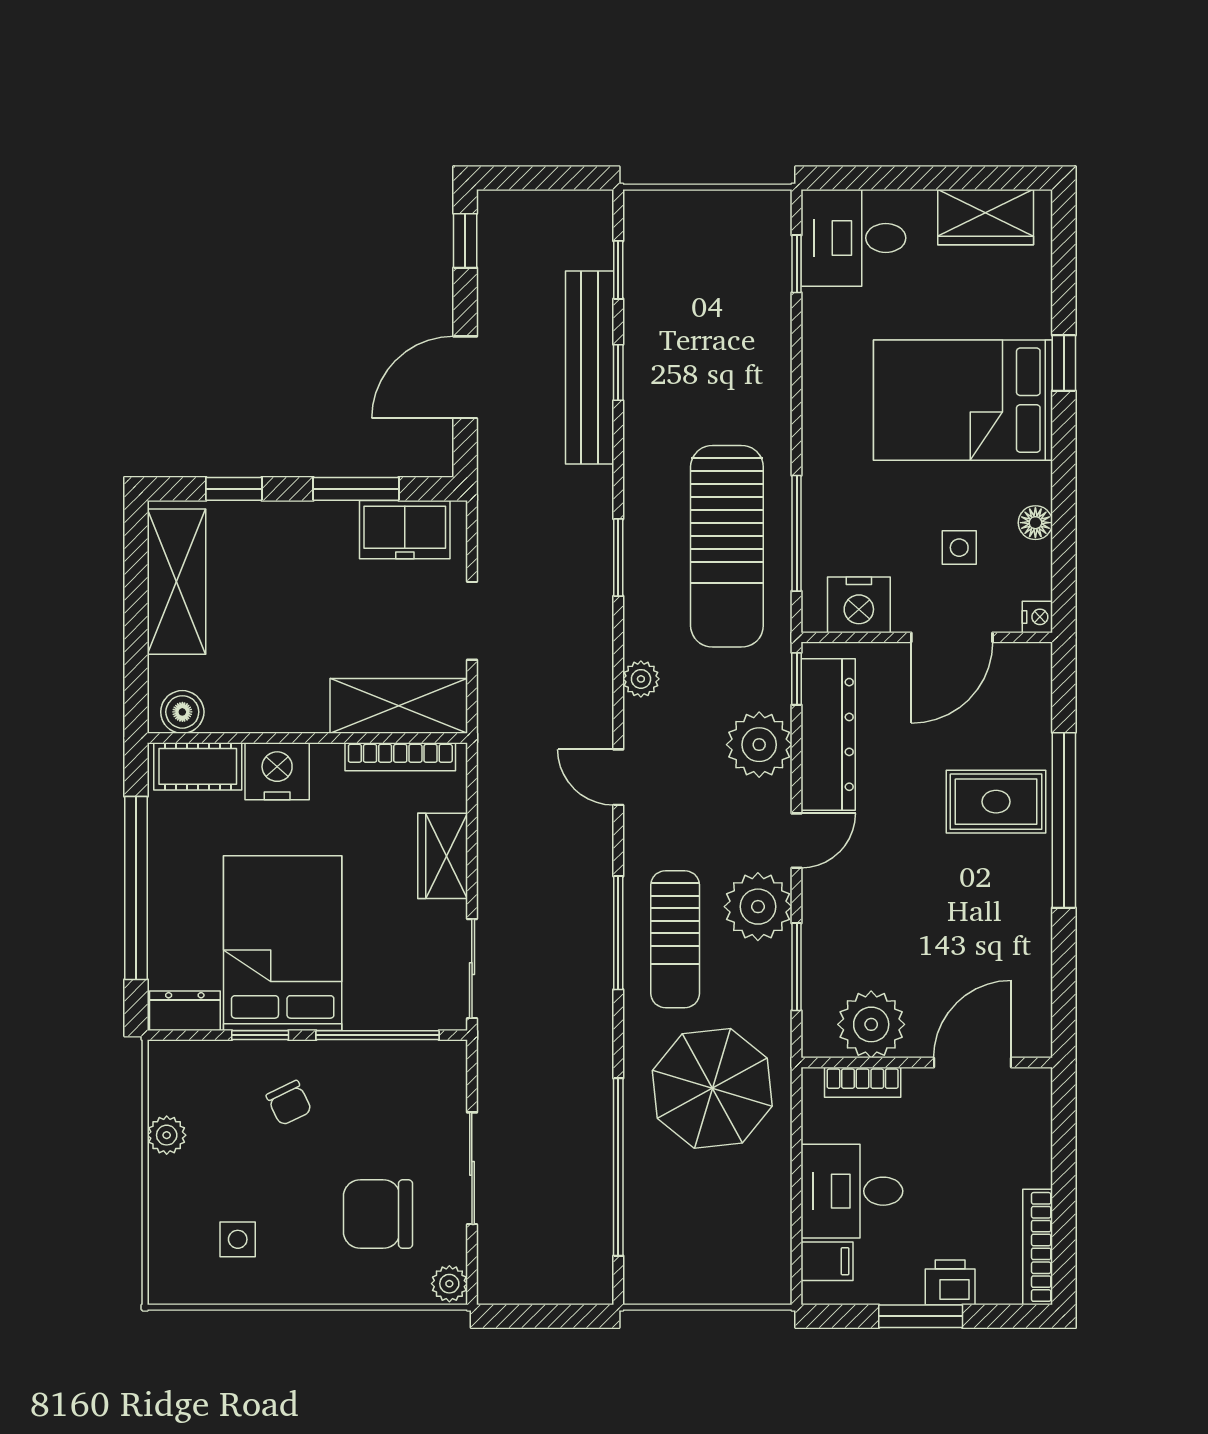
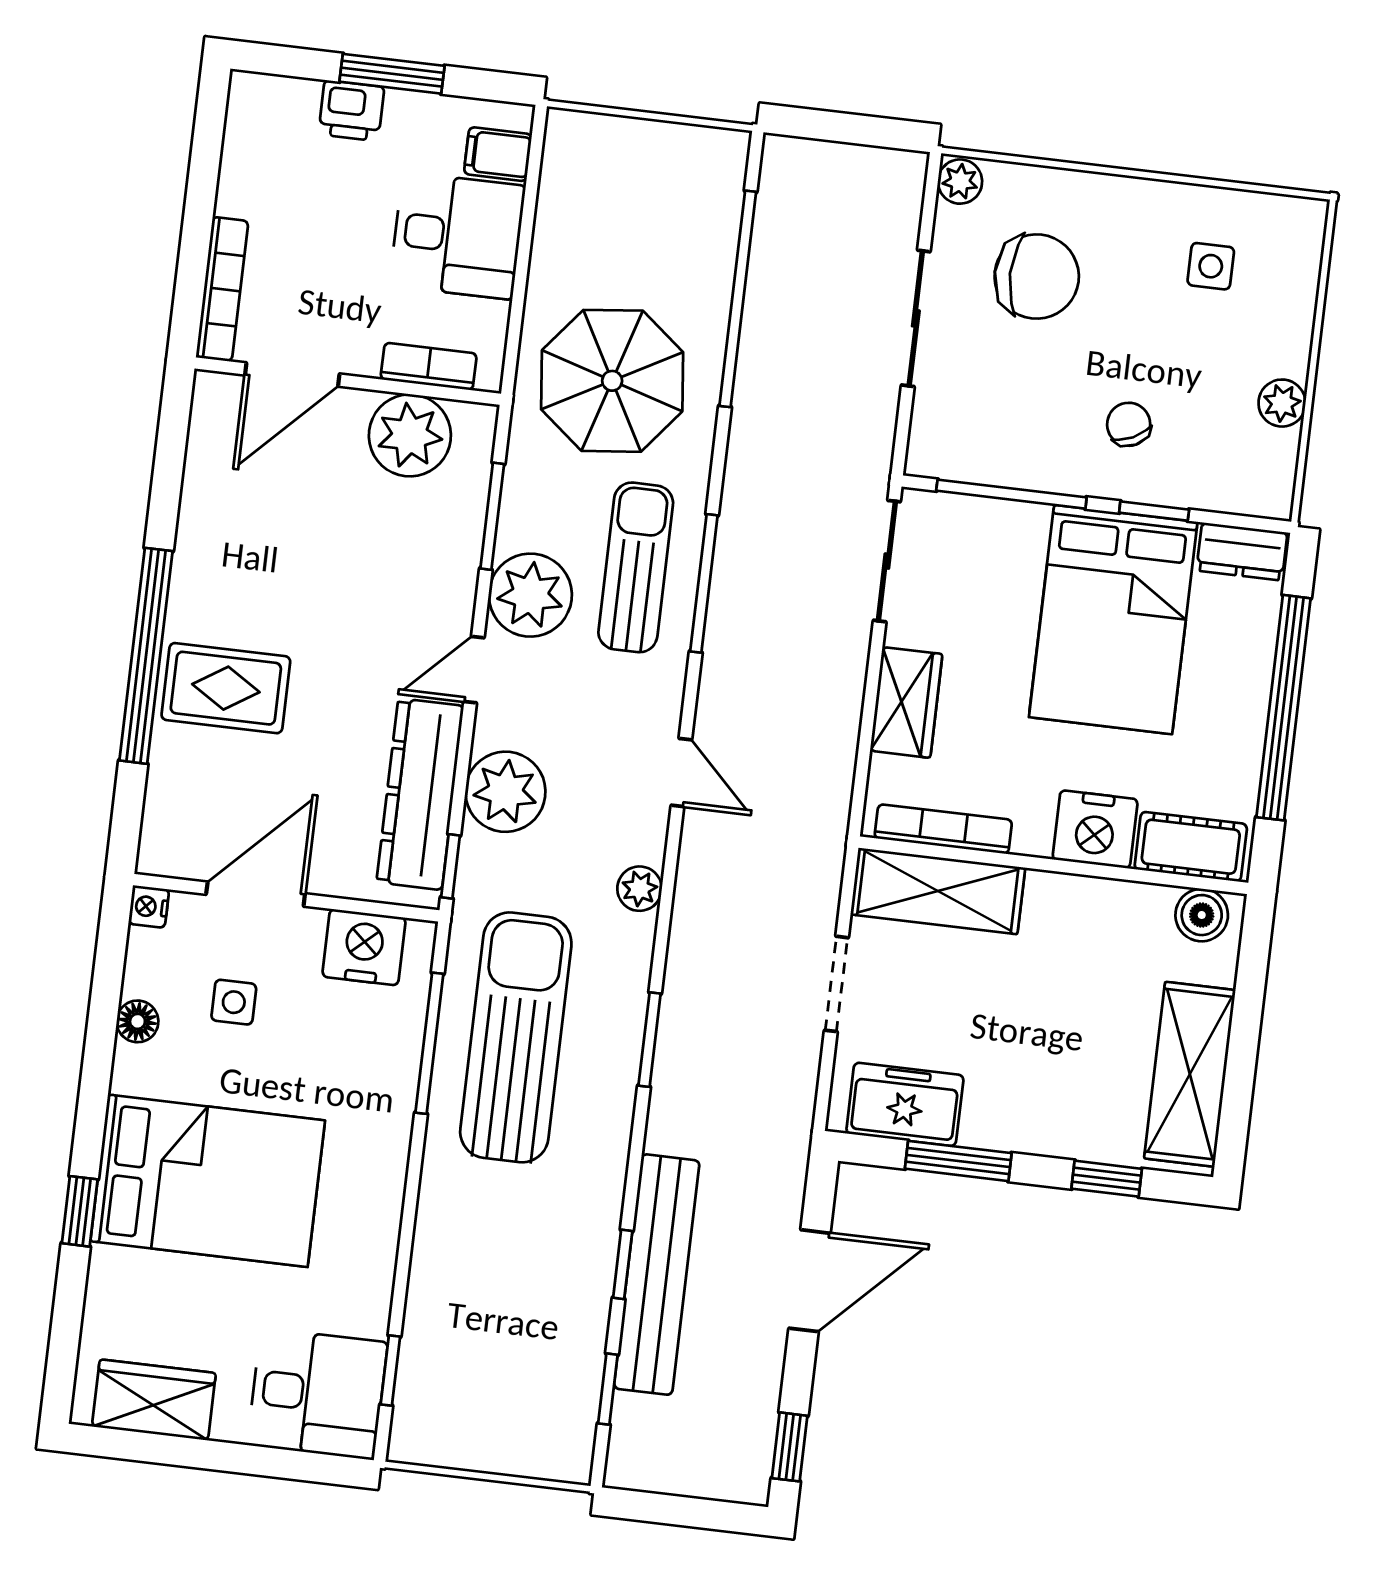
bookcase: (1038, 1247) -> (222, 289), moved

